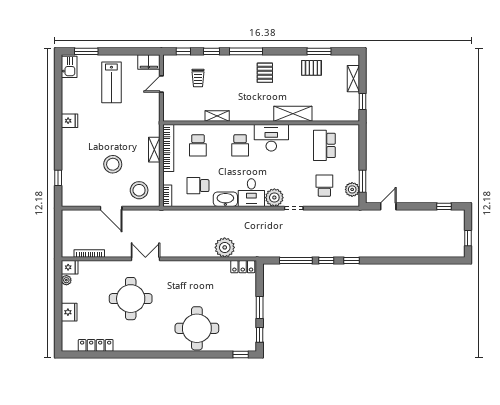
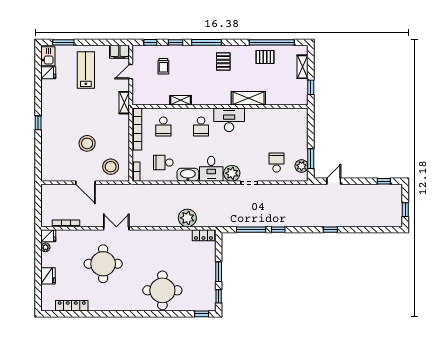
window: (319, 51) -> (272, 42), width x2.11
lab bench: (111, 82) -> (86, 70), turned 180
fridge: (69, 121) -> (48, 73), moved
school desk: (324, 145) -> (277, 127), removed
shelving: (154, 150) -> (124, 103), moved
window: (58, 178) -> (38, 123), moved
window: (351, 261) -> (330, 230), moved

